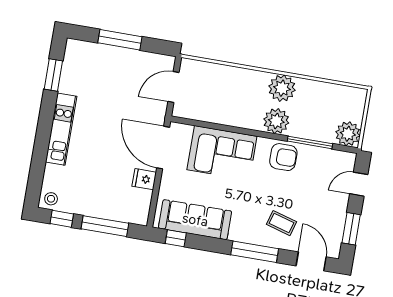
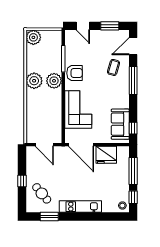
window: (120, 40) -> (22, 181), width x0.46
cafe table: (94, 69) -> (42, 193), added
plant: (348, 134) -> (33, 37), moved
door: (163, 148) -> (81, 145), hinge flipped
armchair: (283, 157) -> (74, 73), turned 90
fridge: (144, 179) -> (106, 155), width x1.88, depth x1.34
sofa: (195, 220) -> (120, 124), width x0.73

